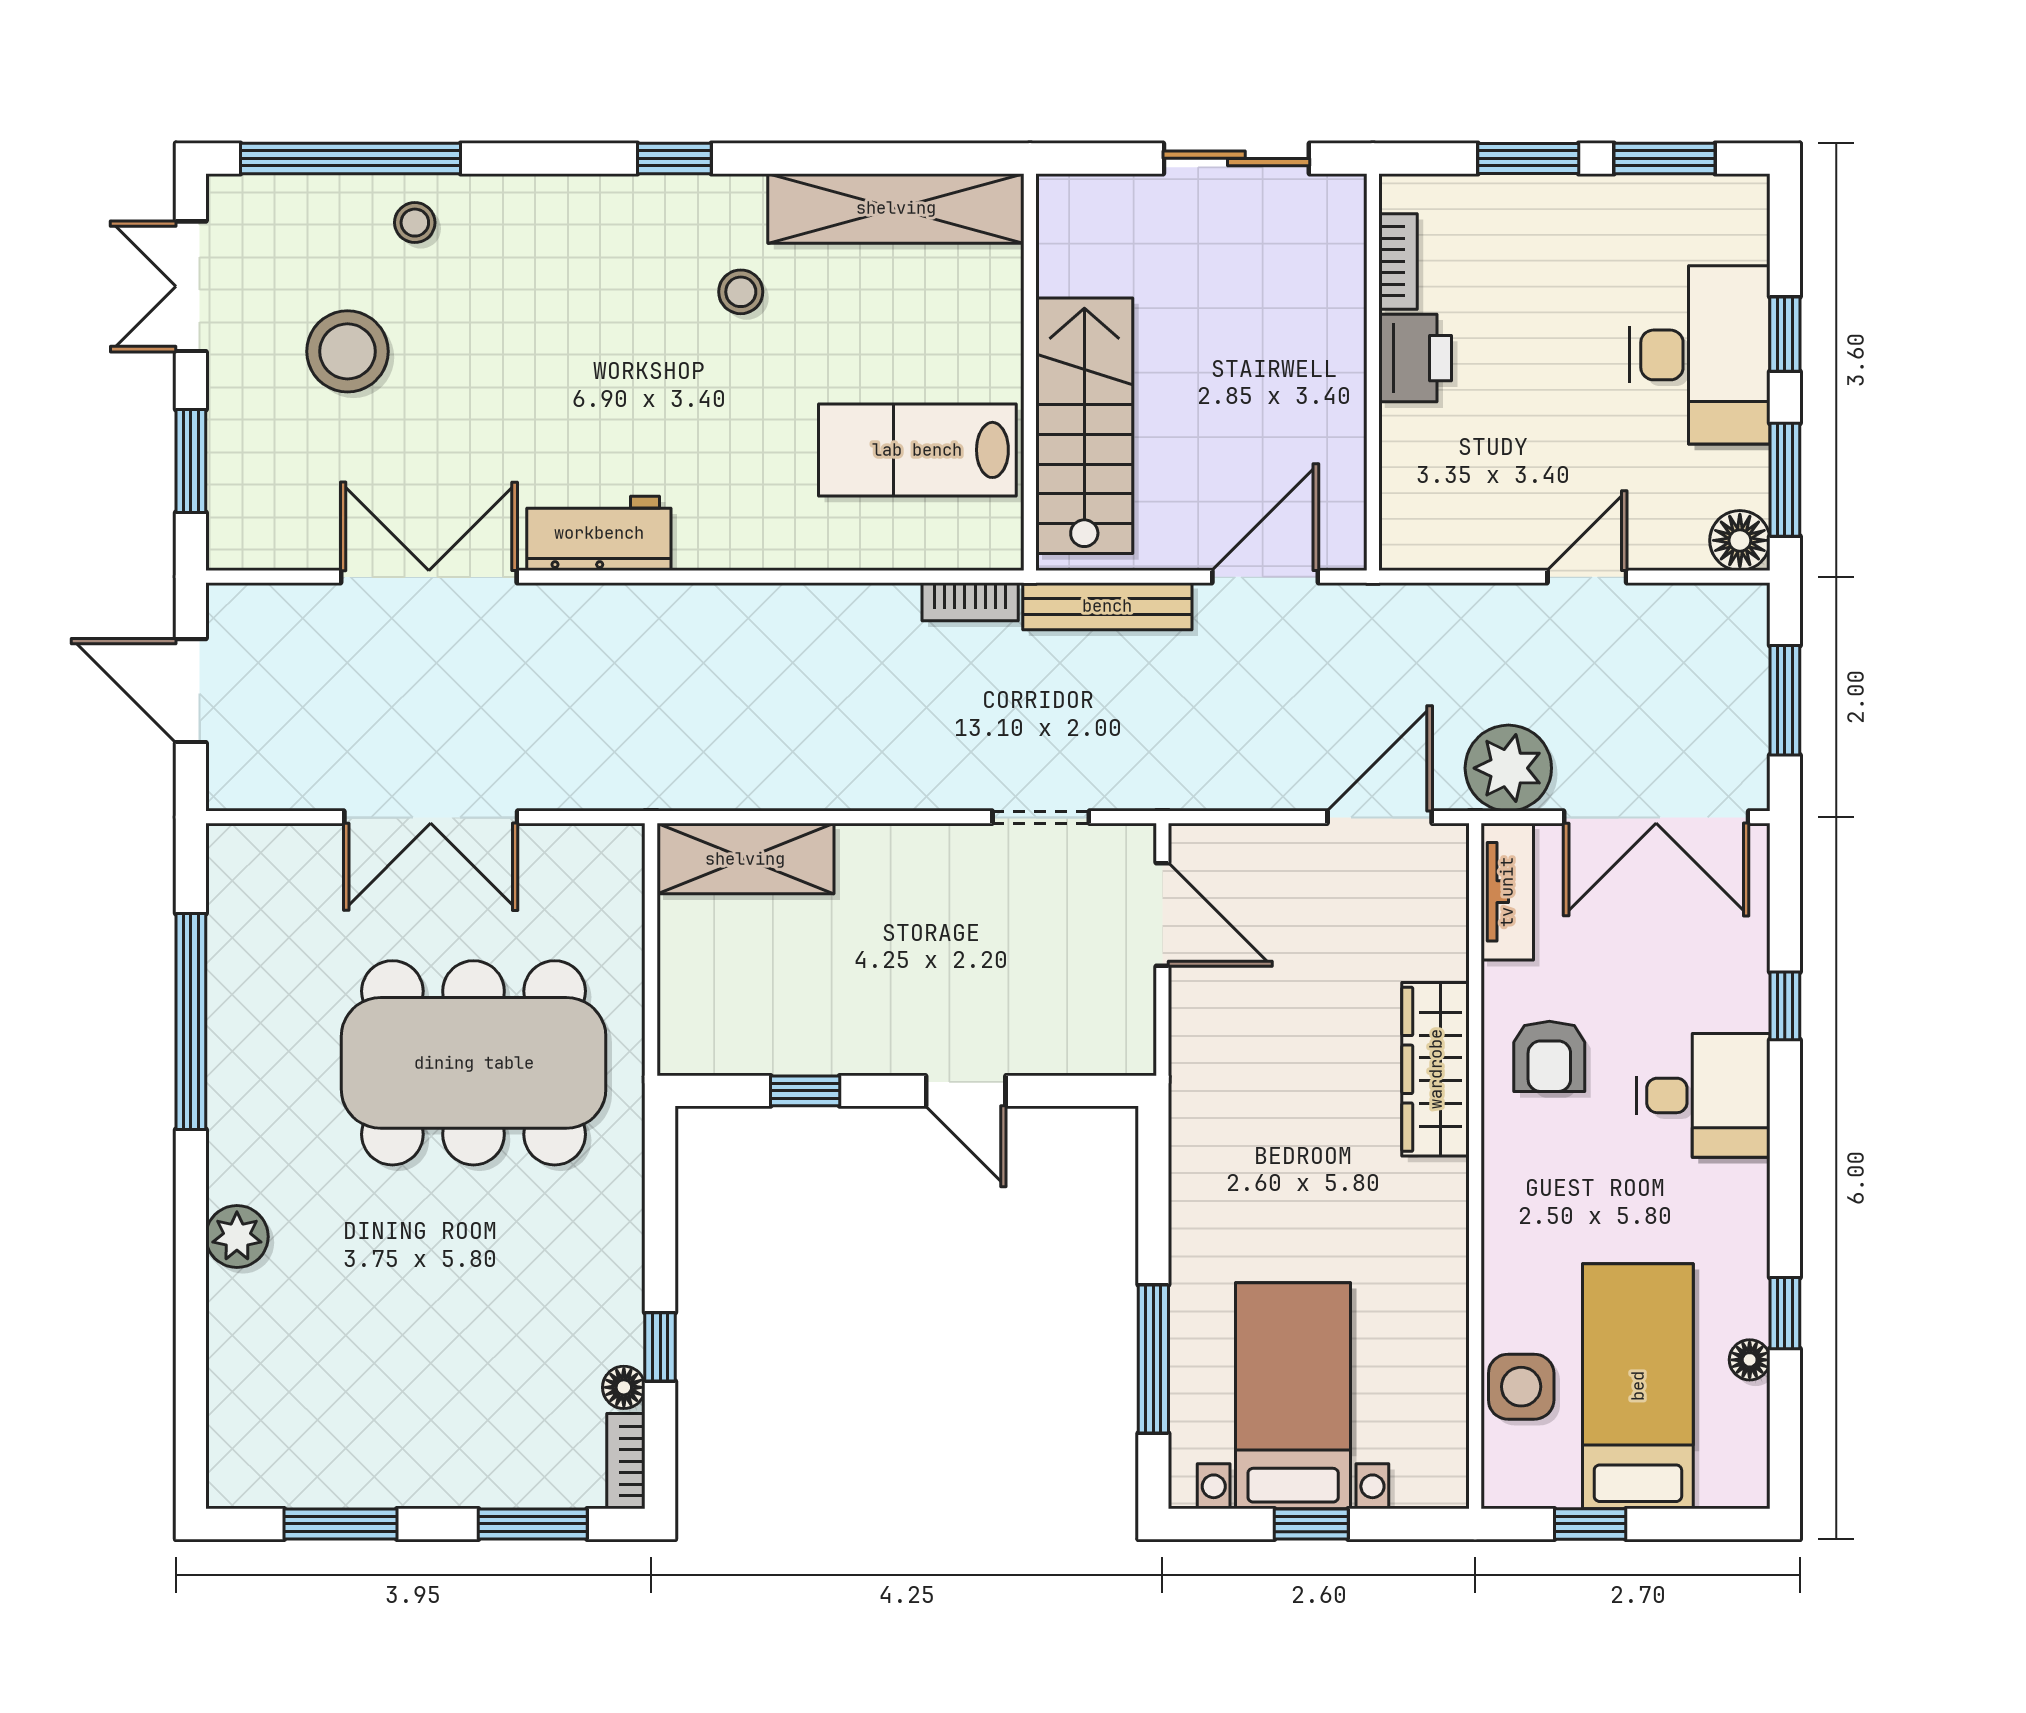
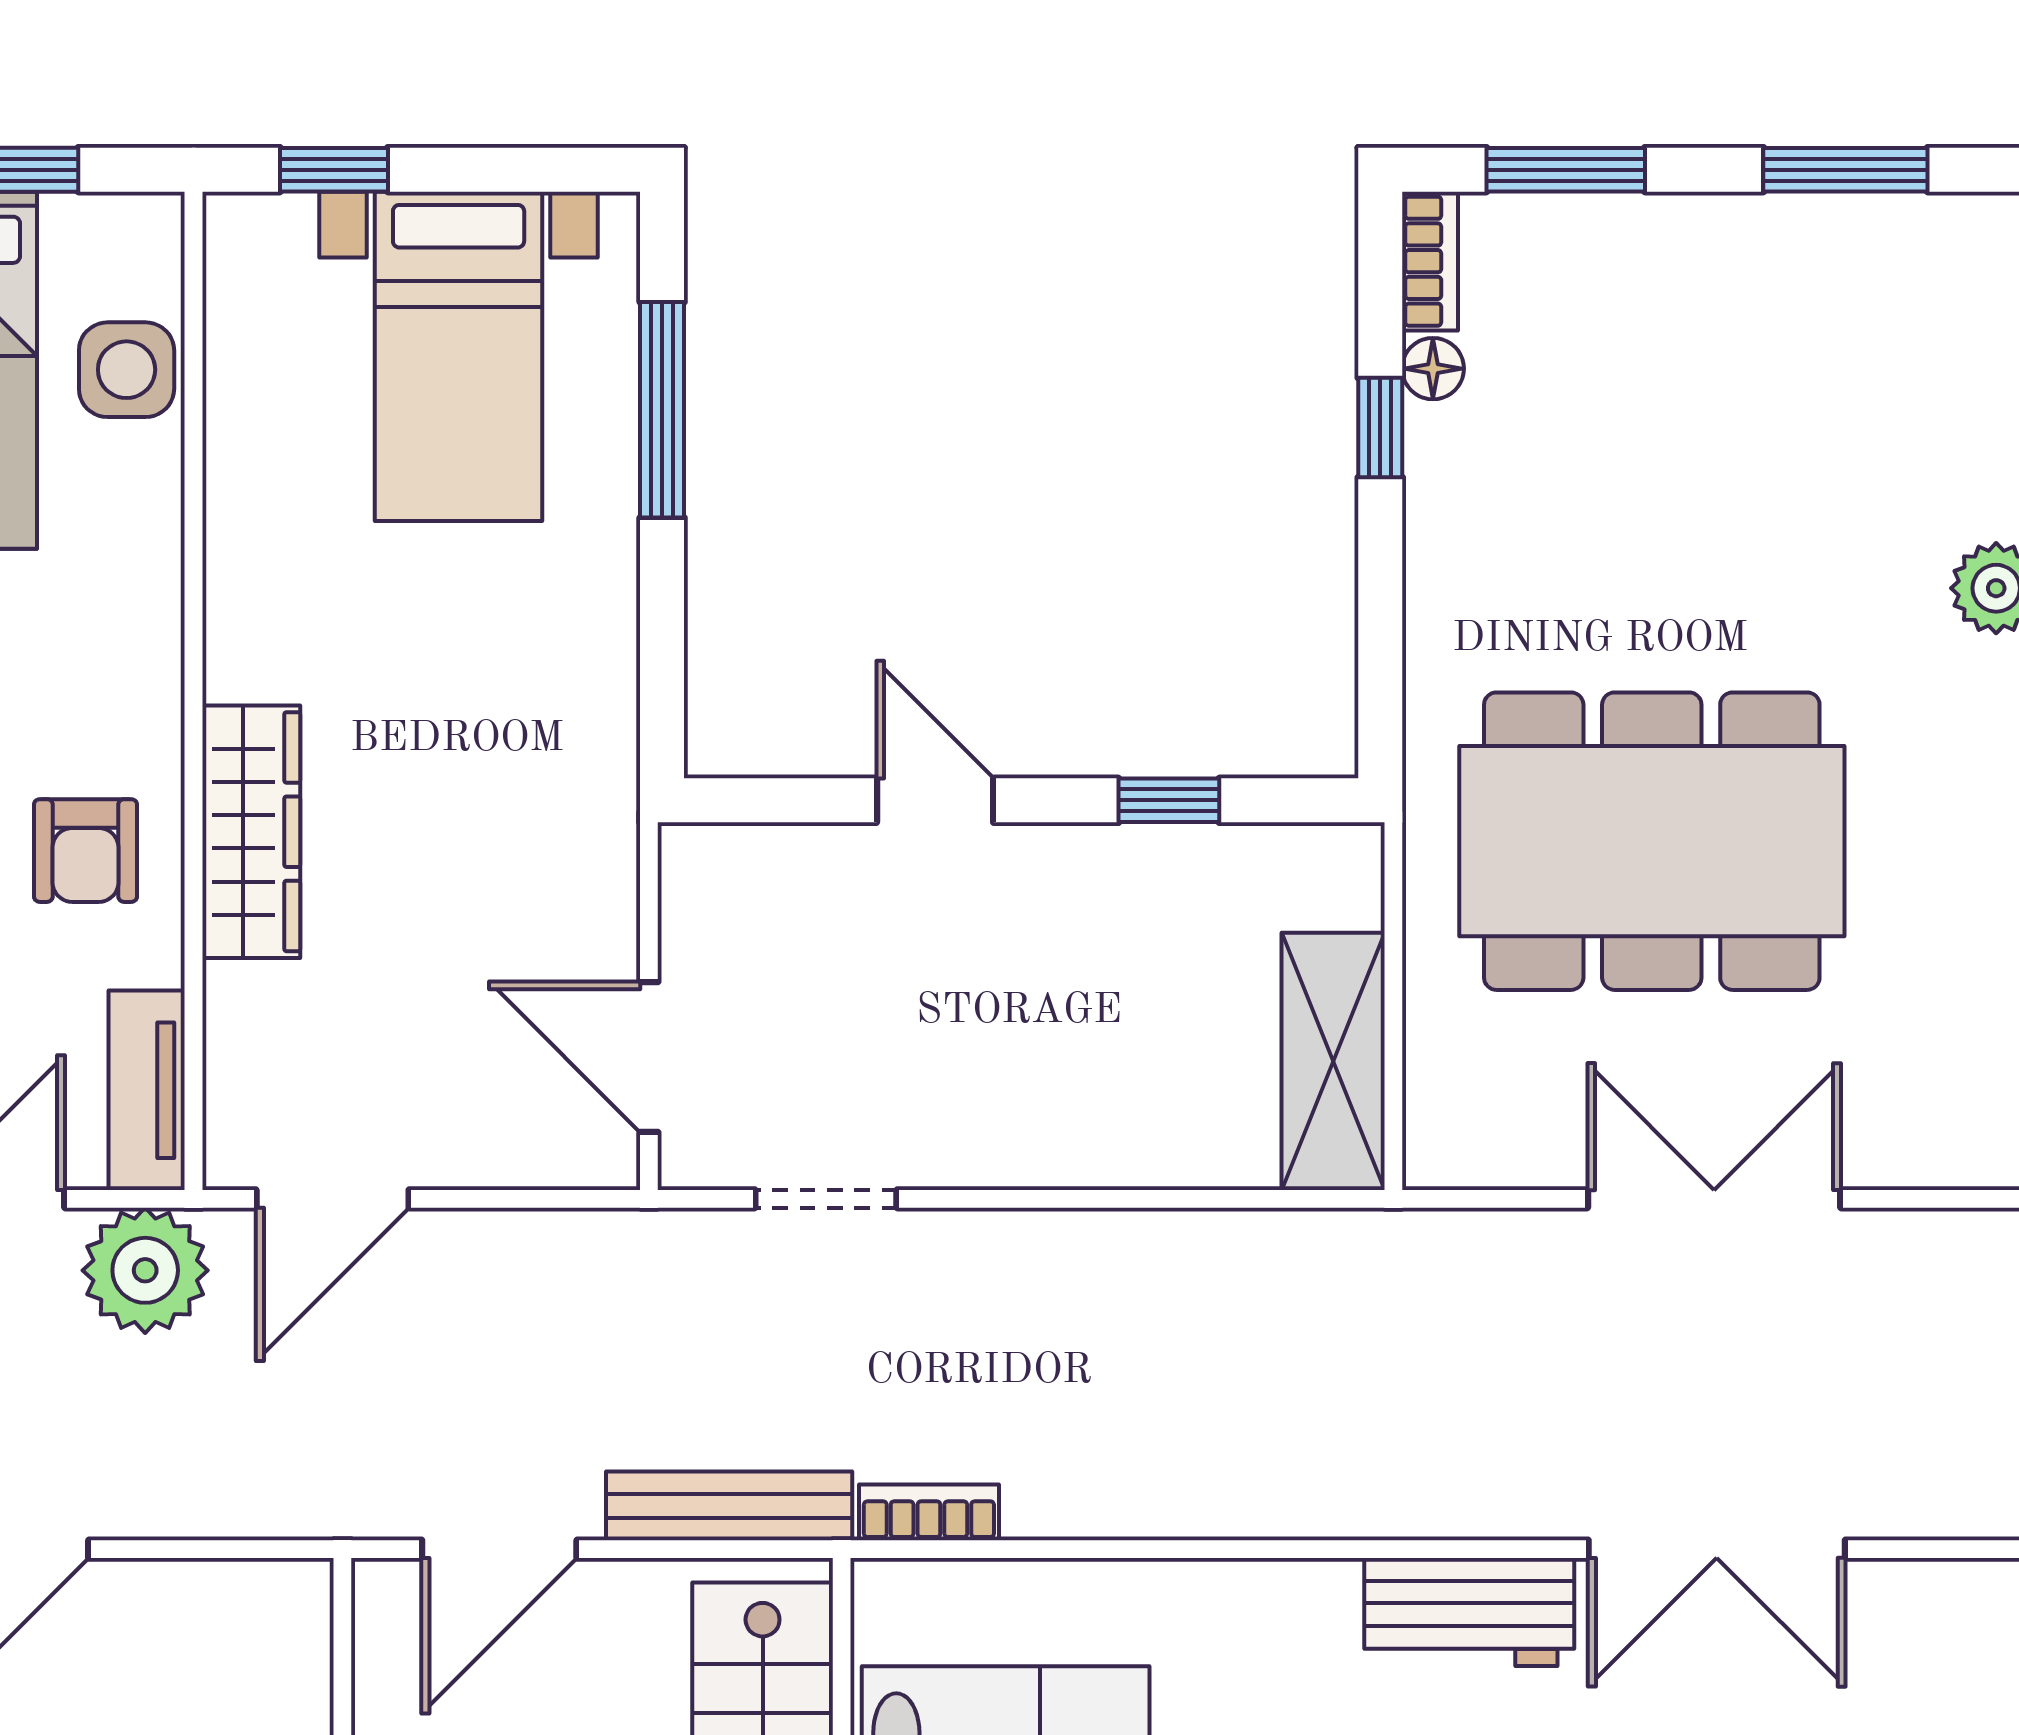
shelving: (745, 859) -> (1333, 1061), moved, turned 90
armchair: (1549, 1056) -> (86, 851), turned 180
window: (1311, 1524) -> (334, 170), moved

